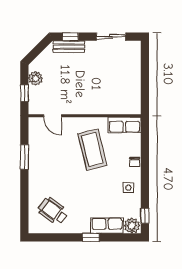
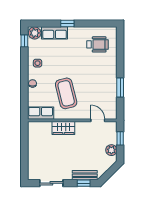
wardrobe: (96, 106) -> (63, 128), added
wheelchair: (53, 211) -> (97, 44), turned -36

